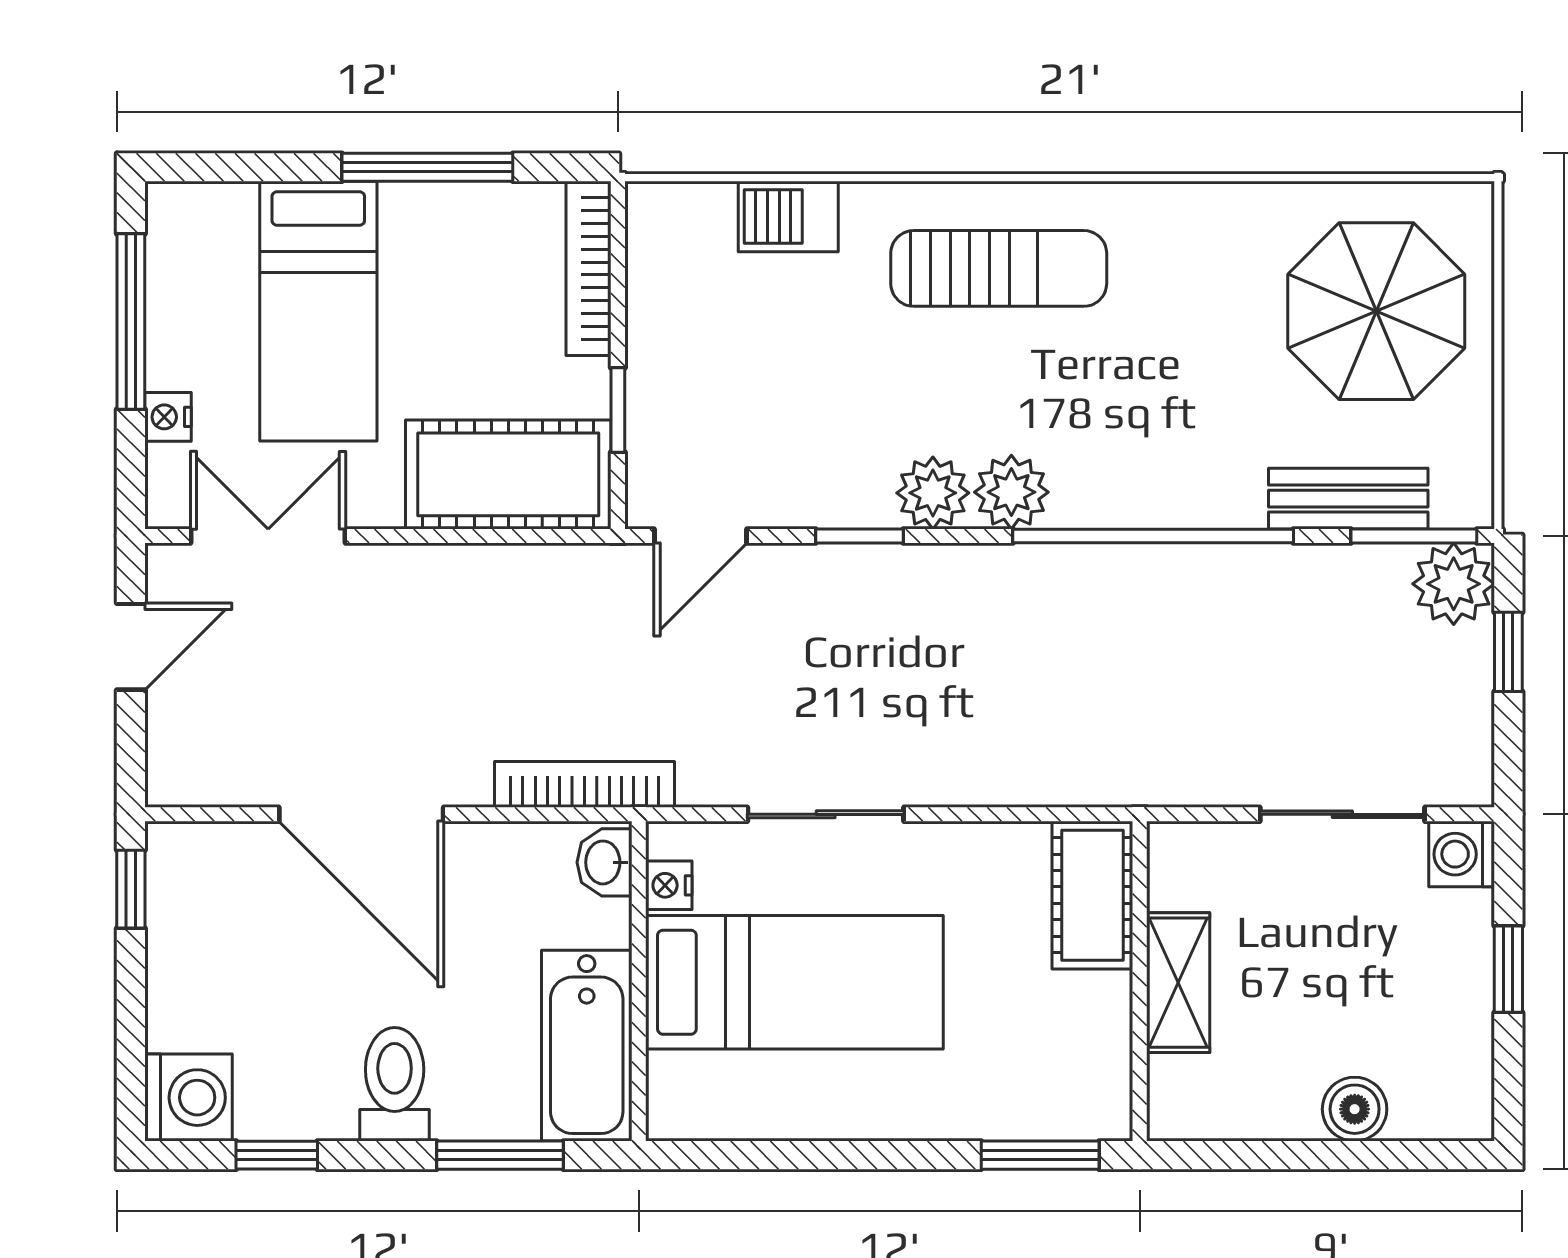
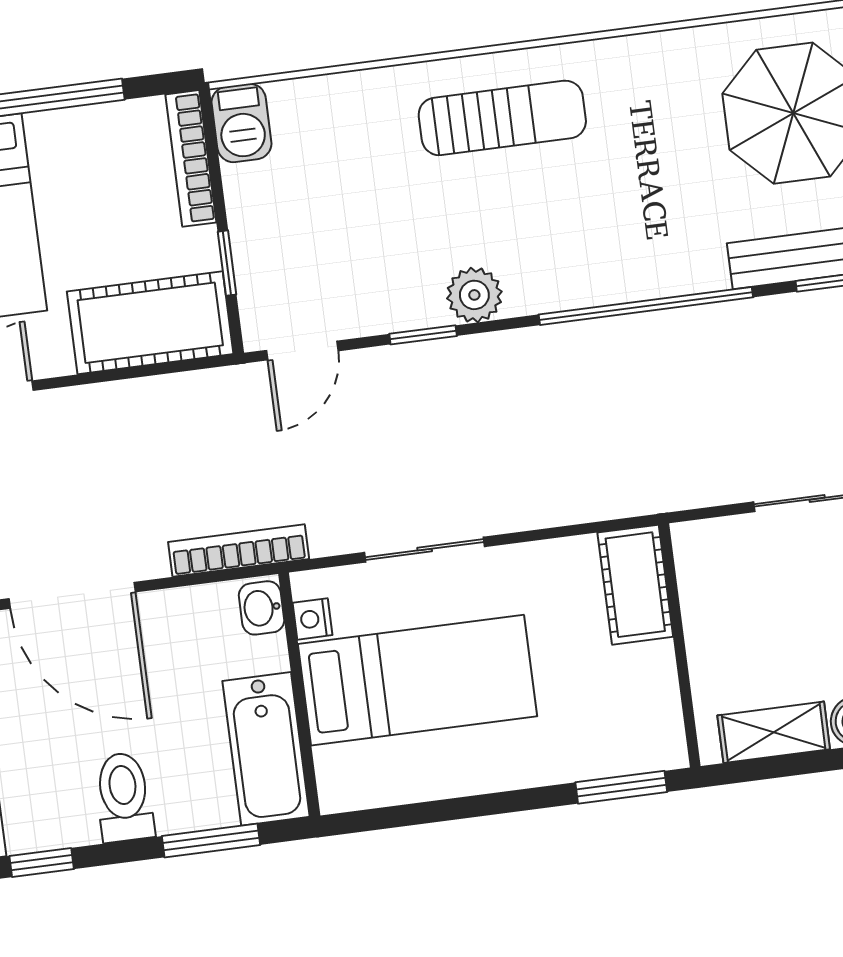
barbecue: (788, 217) -> (242, 123), moved, turned -90
plant: (1011, 492) -> (534, 287), removed
shelving: (1178, 983) -> (774, 732), moved, turned 90

